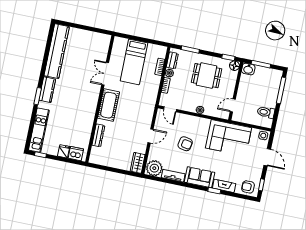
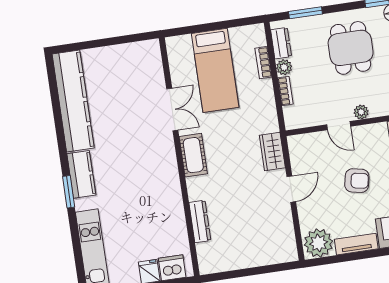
double door: (105, 74) -> (172, 109), swing flipped
dining table: (207, 76) -> (351, 48), turned 90
cot: (108, 105) -> (193, 155), width x0.73, depth x0.75
door: (170, 109) -> (339, 126), moved
wardrobe: (138, 163) -> (272, 152), moved

